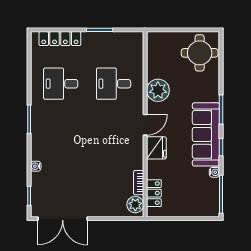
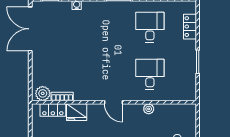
locker: (60, 39) -> (190, 27), width x0.66
plant: (158, 90) -> (149, 109), width x0.53, depth x0.53
fridge: (156, 148) -> (77, 112), moved

